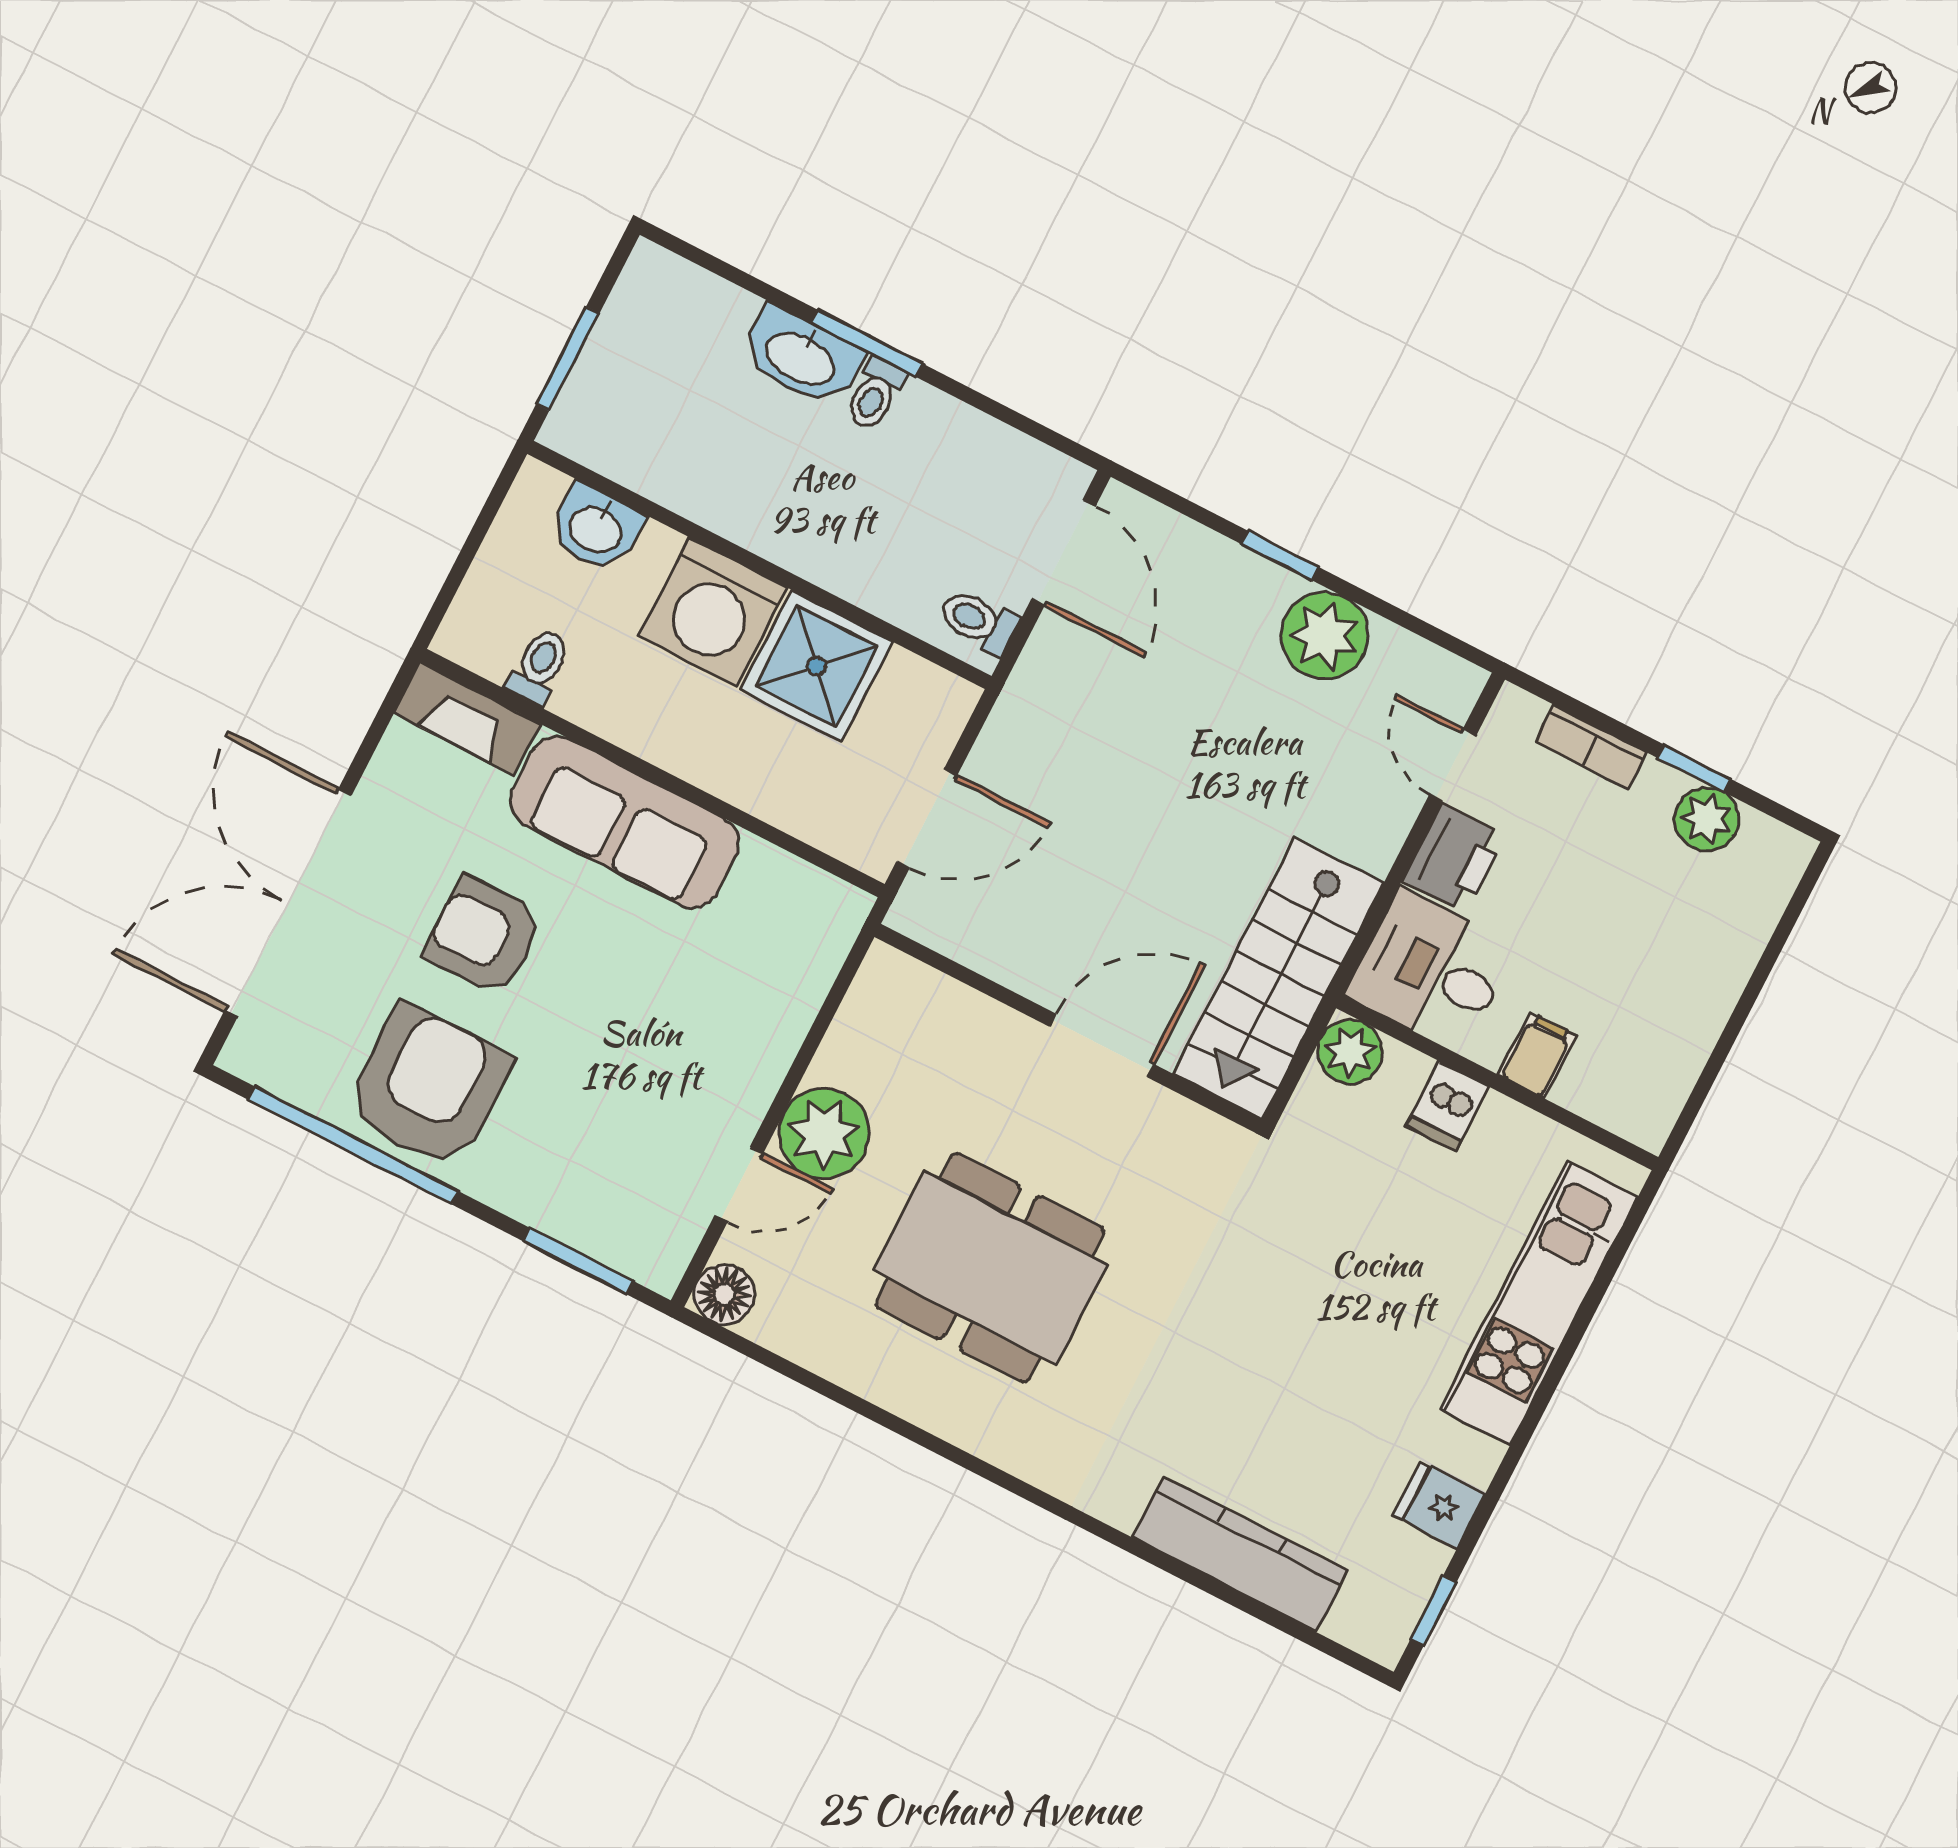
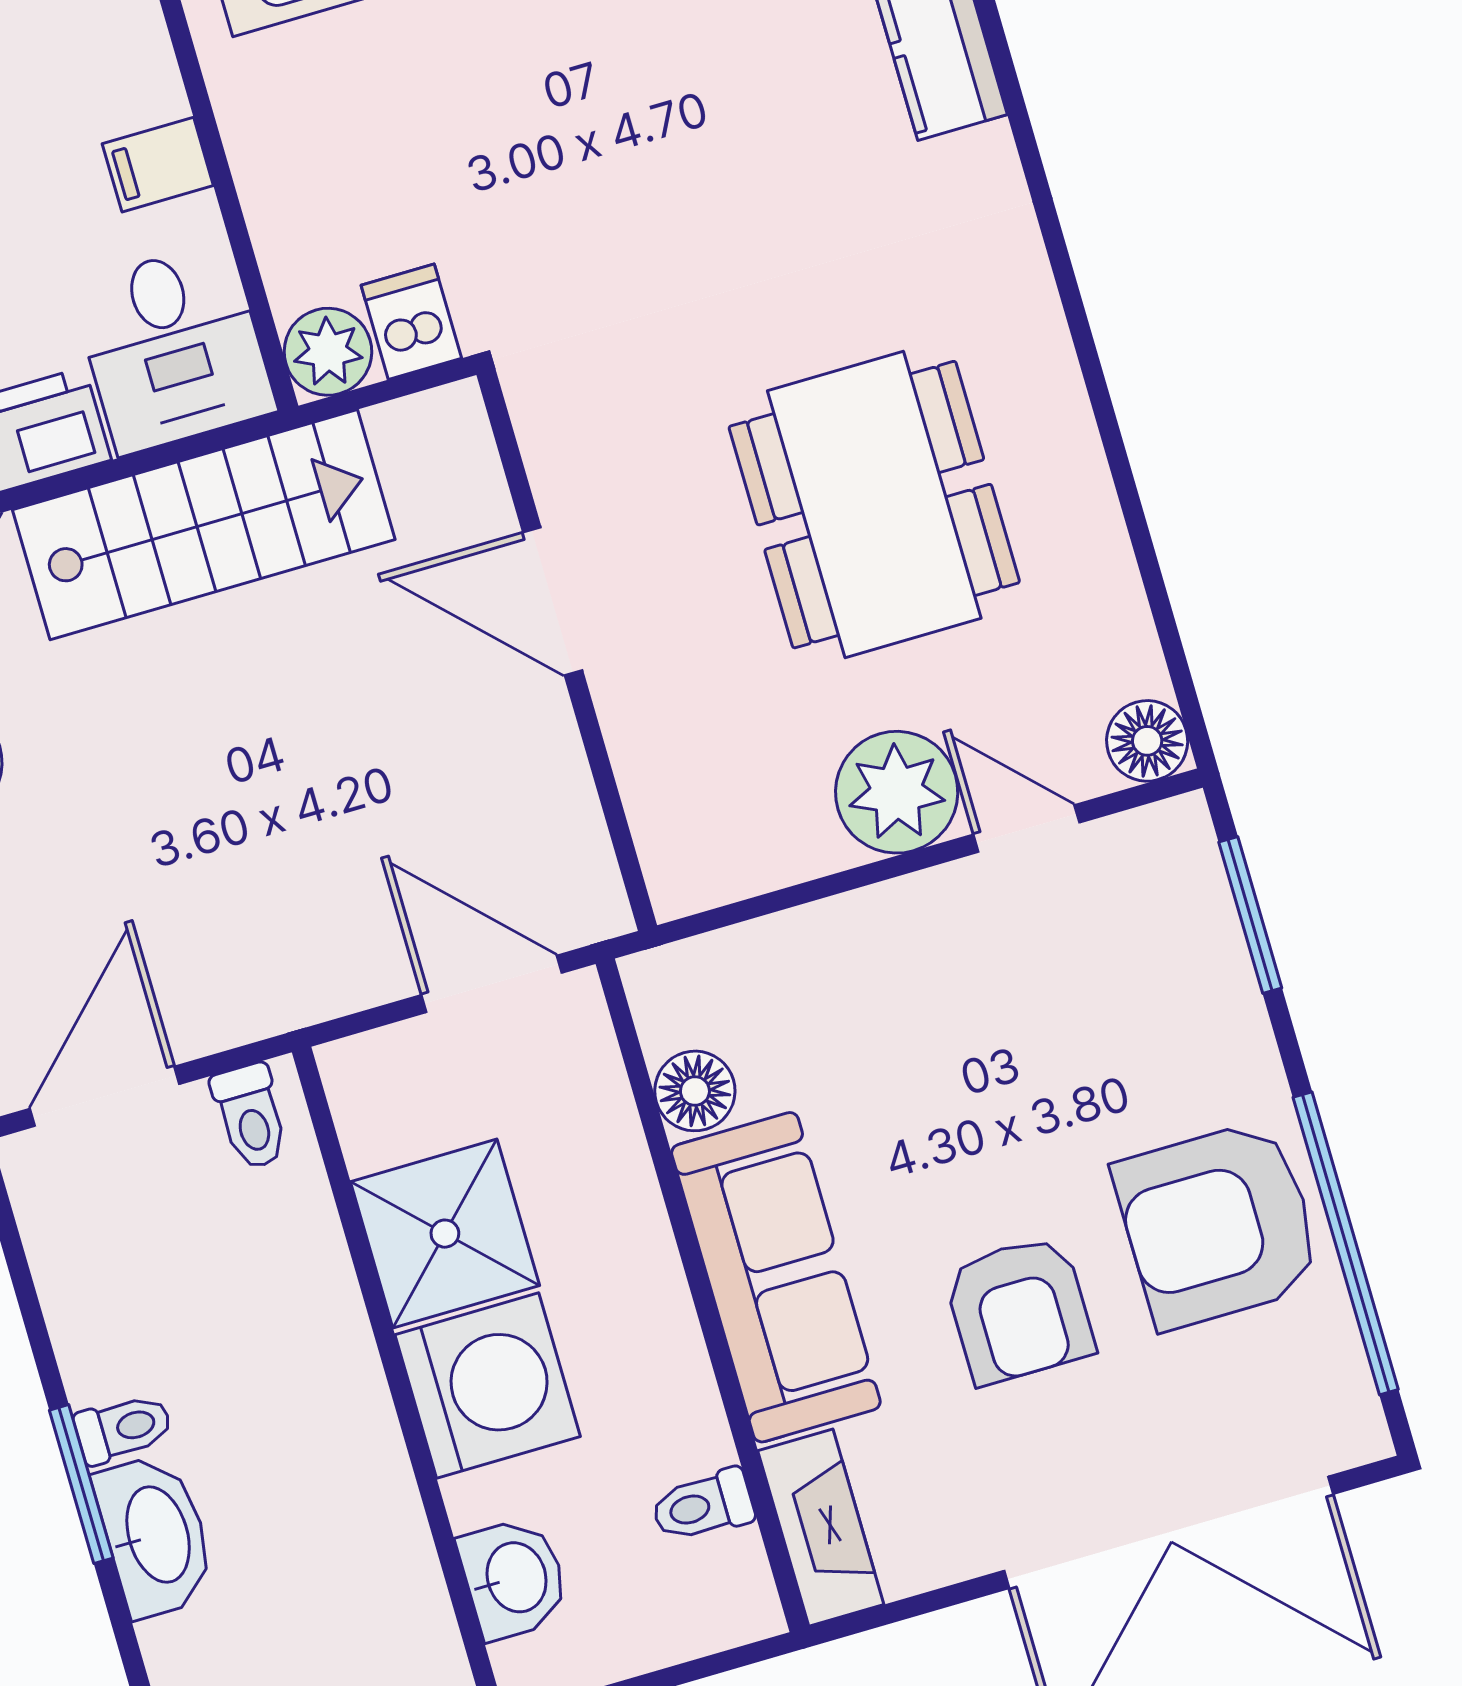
floor lamp: (766, 873) -> (695, 1091), added
stairs: (1278, 978) -> (204, 525), moved
dishwasher: (1448, 1106) -> (411, 322), moved, turned -90

